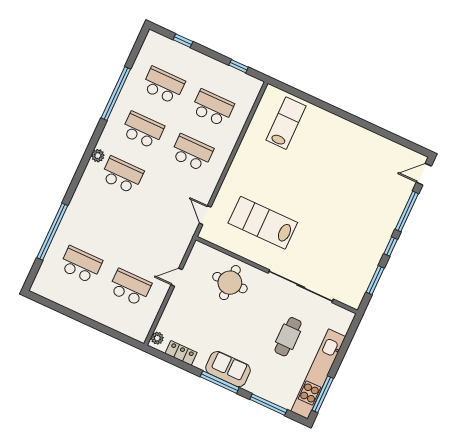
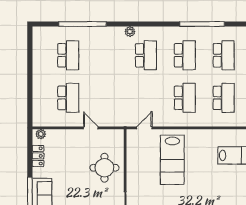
plant: (98, 156) -> (130, 32), moved
lab bench: (263, 223) -> (172, 160), moved, turned 180

